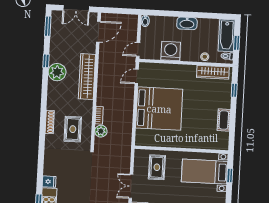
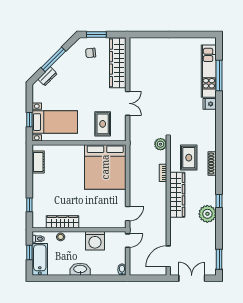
window: (46, 61) -> (219, 201), moved
wardrobe: (213, 72) -> (62, 222), moved
wardrobe: (87, 77) -> (177, 195), moved
bed: (159, 109) -> (105, 167), moved, turned -90
cot: (224, 120) -> (38, 162), moved
plant: (101, 131) -> (161, 144), moved

